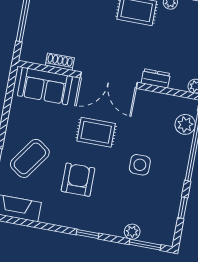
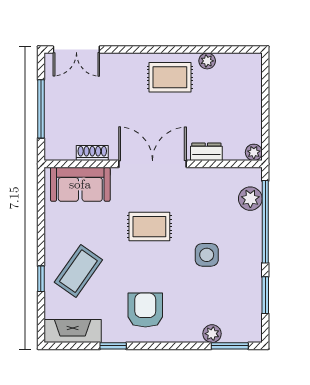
double door: (109, 80) -> (153, 164), swing flipped
armchair: (78, 180) -> (145, 310), moved
window: (183, 208) -> (265, 295), width x1.50
window: (87, 234) -> (113, 346), moved

